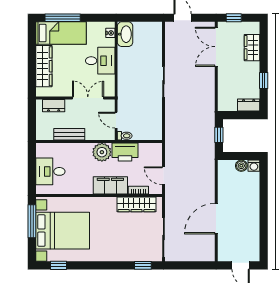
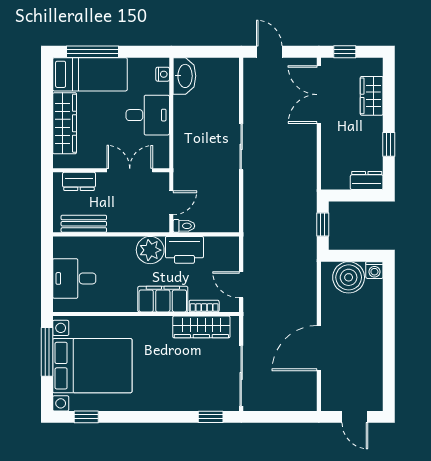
door: (116, 120) -> (171, 203), swing flipped
bench: (69, 134) -> (84, 224), moved
boiler: (241, 166) -> (349, 277), width x1.86, depth x1.86

